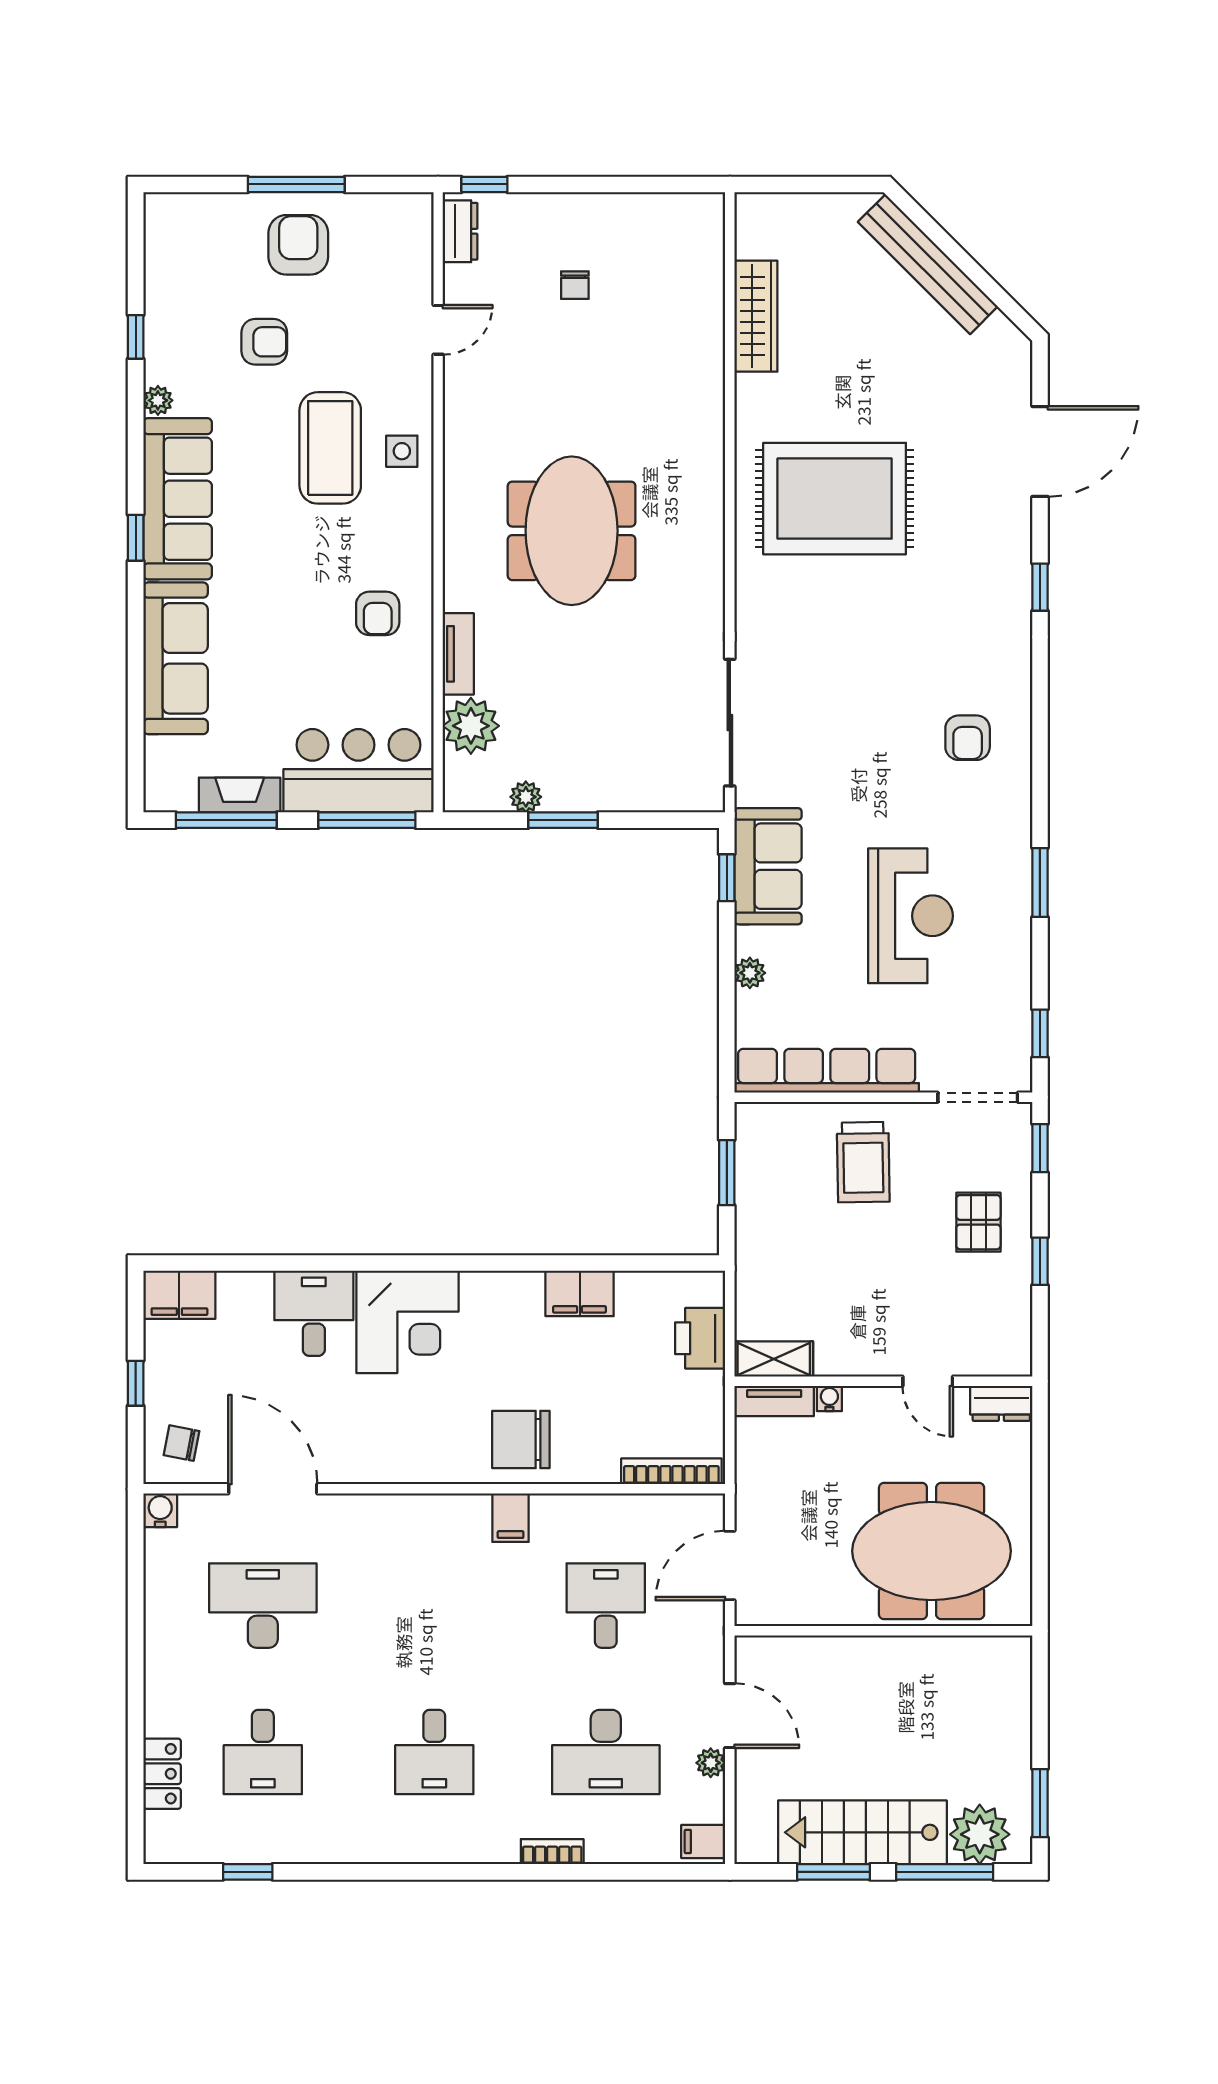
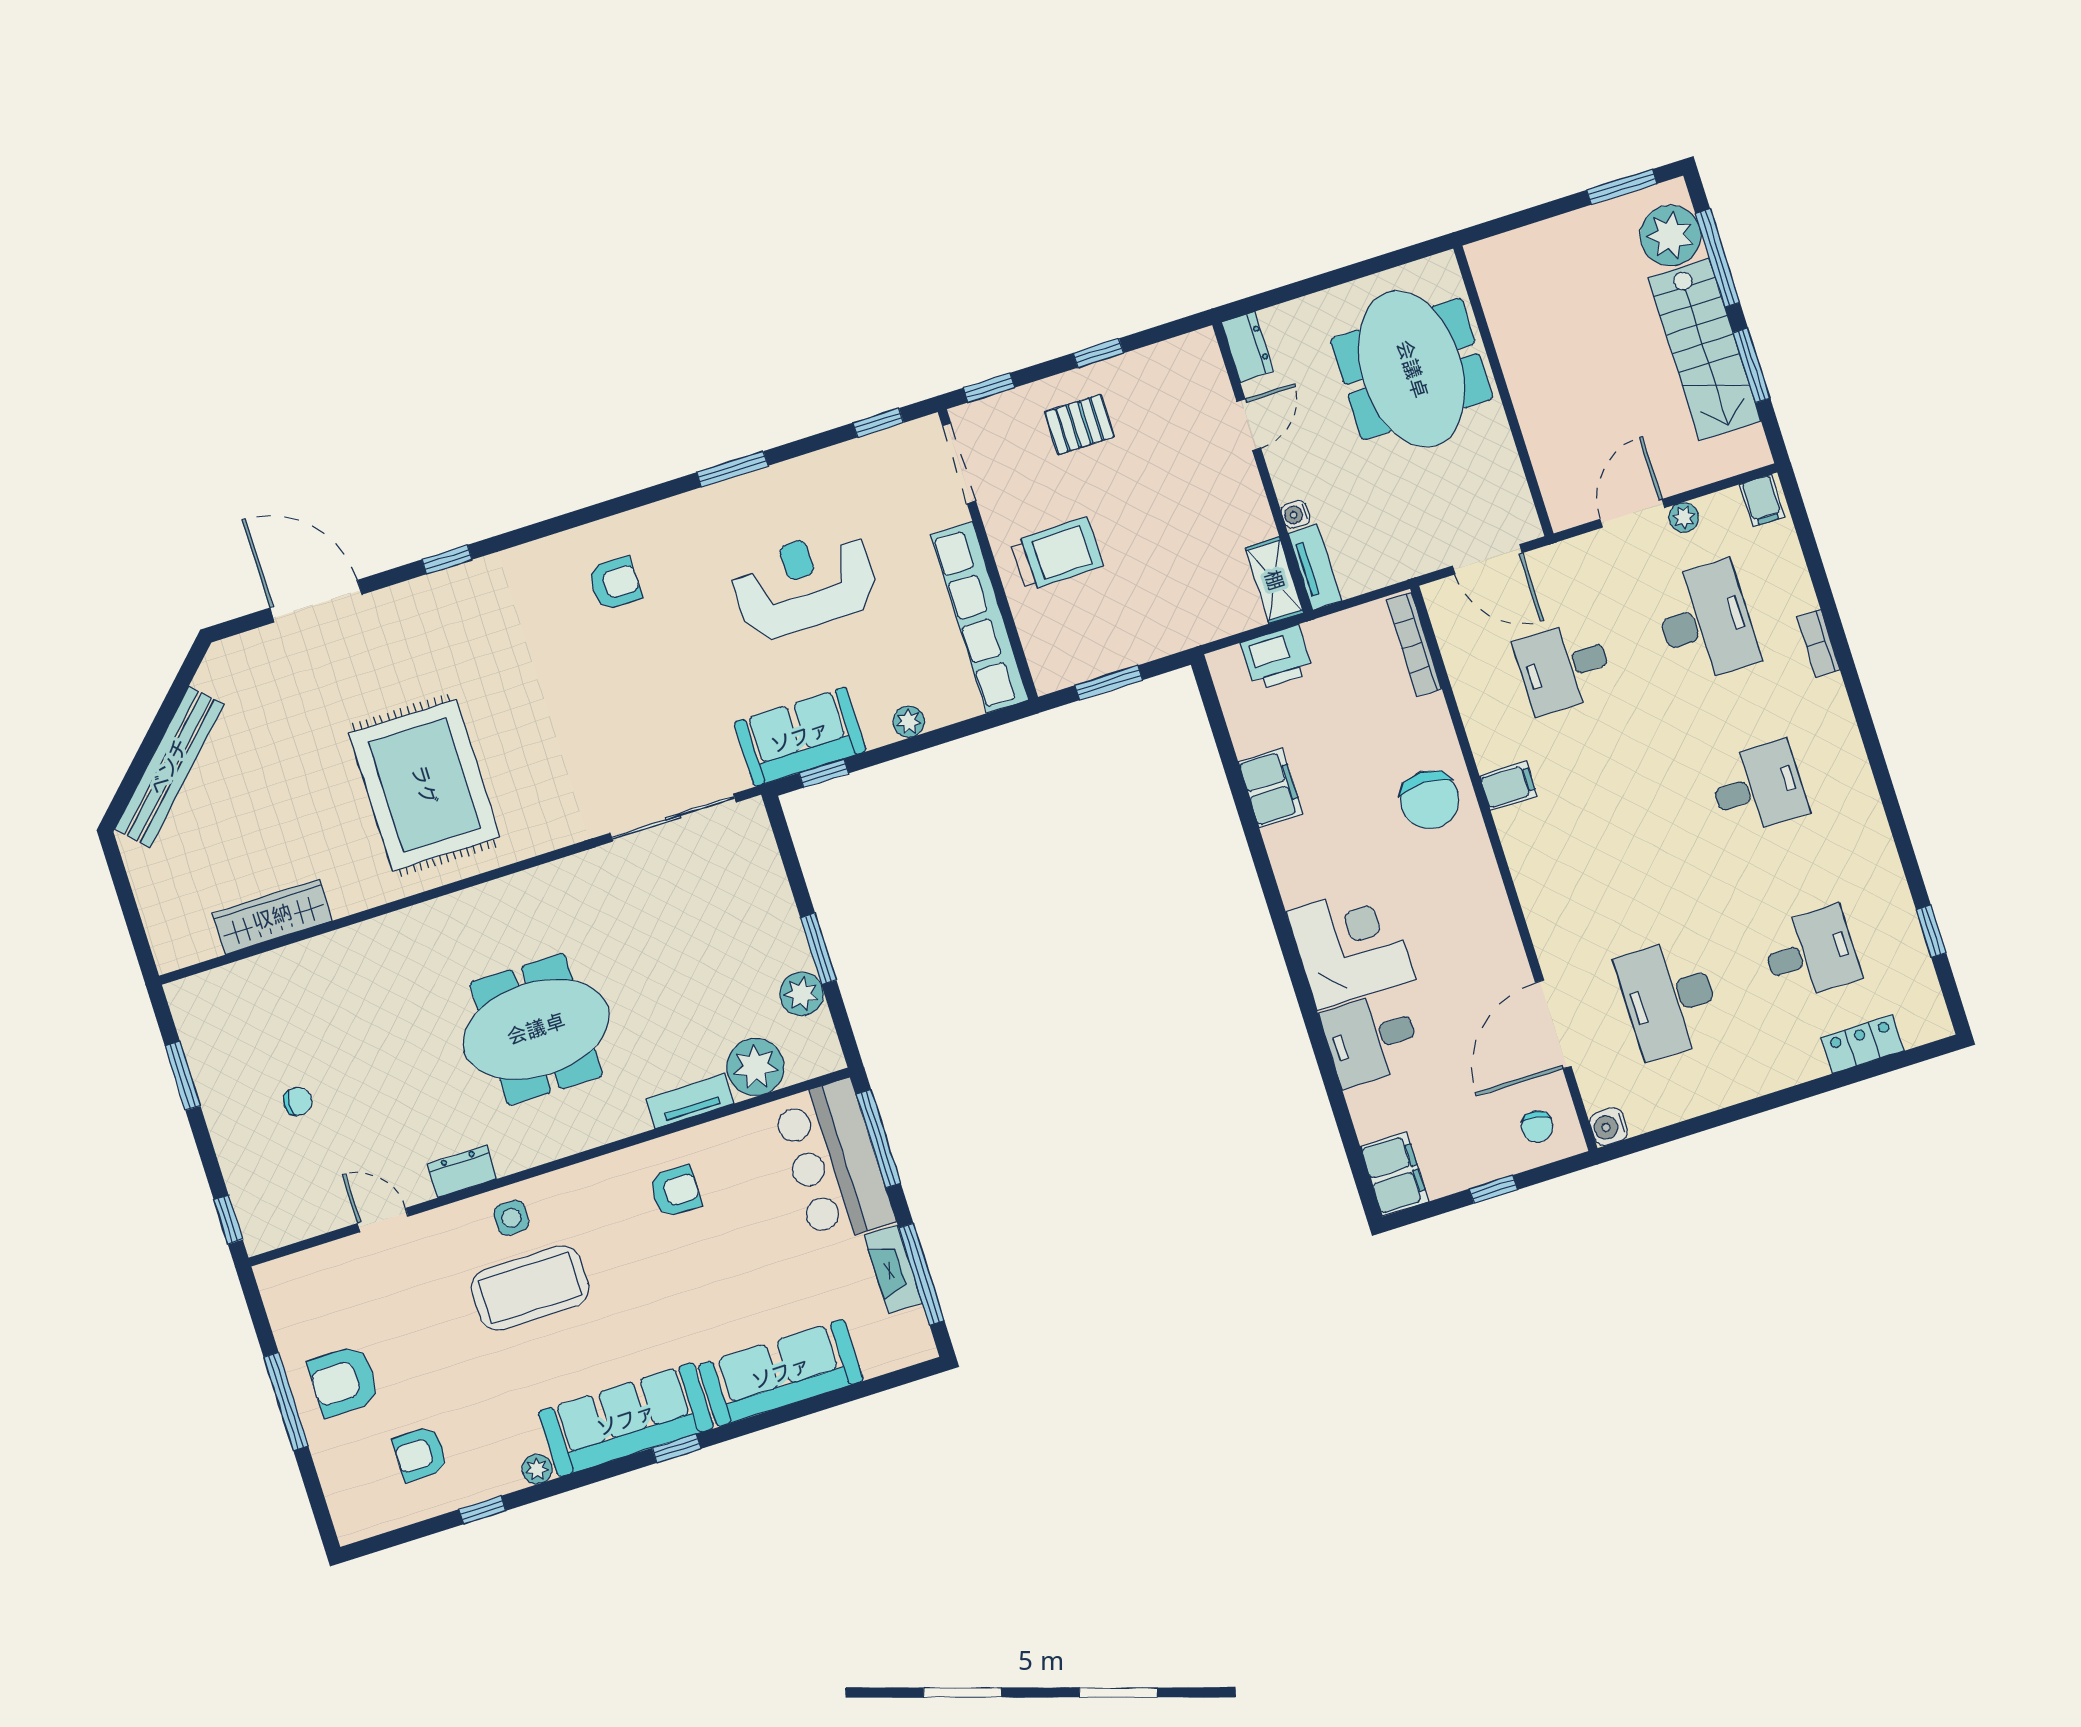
window: (633, 184) -> (183, 1076), added
dresser: (460, 231) -> (462, 1171), moved
armchair: (264, 342) -> (420, 1454), moved, turned -90
plant: (526, 797) -> (802, 994), width x1.38, depth x1.38

